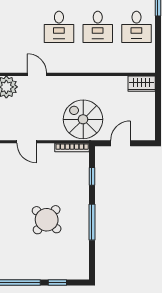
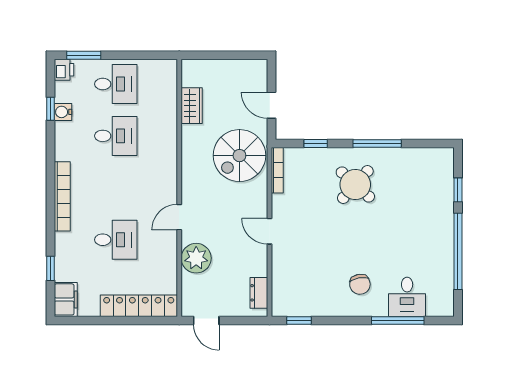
desk: (59, 27) -> (116, 240), moved
wardrobe: (142, 84) -> (192, 106), moved
door: (26, 142) -> (270, 231), swing flipped
round table: (47, 220) -> (355, 185), moved

